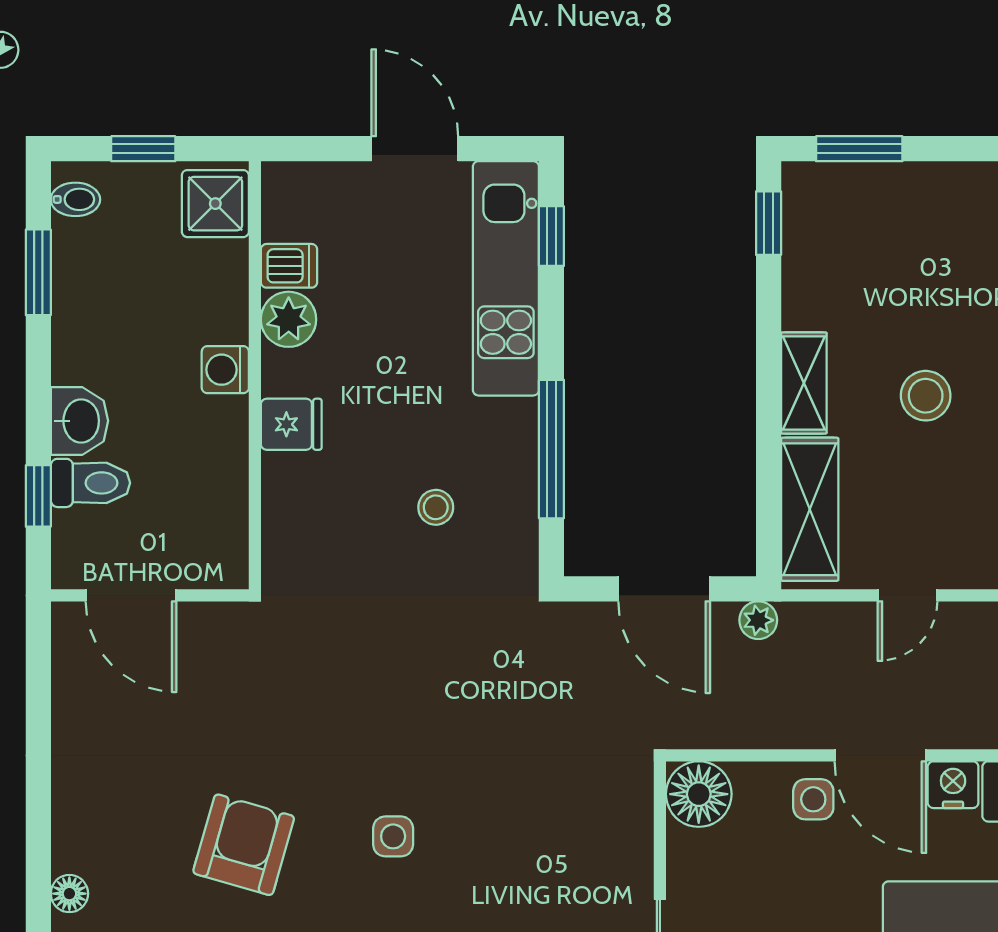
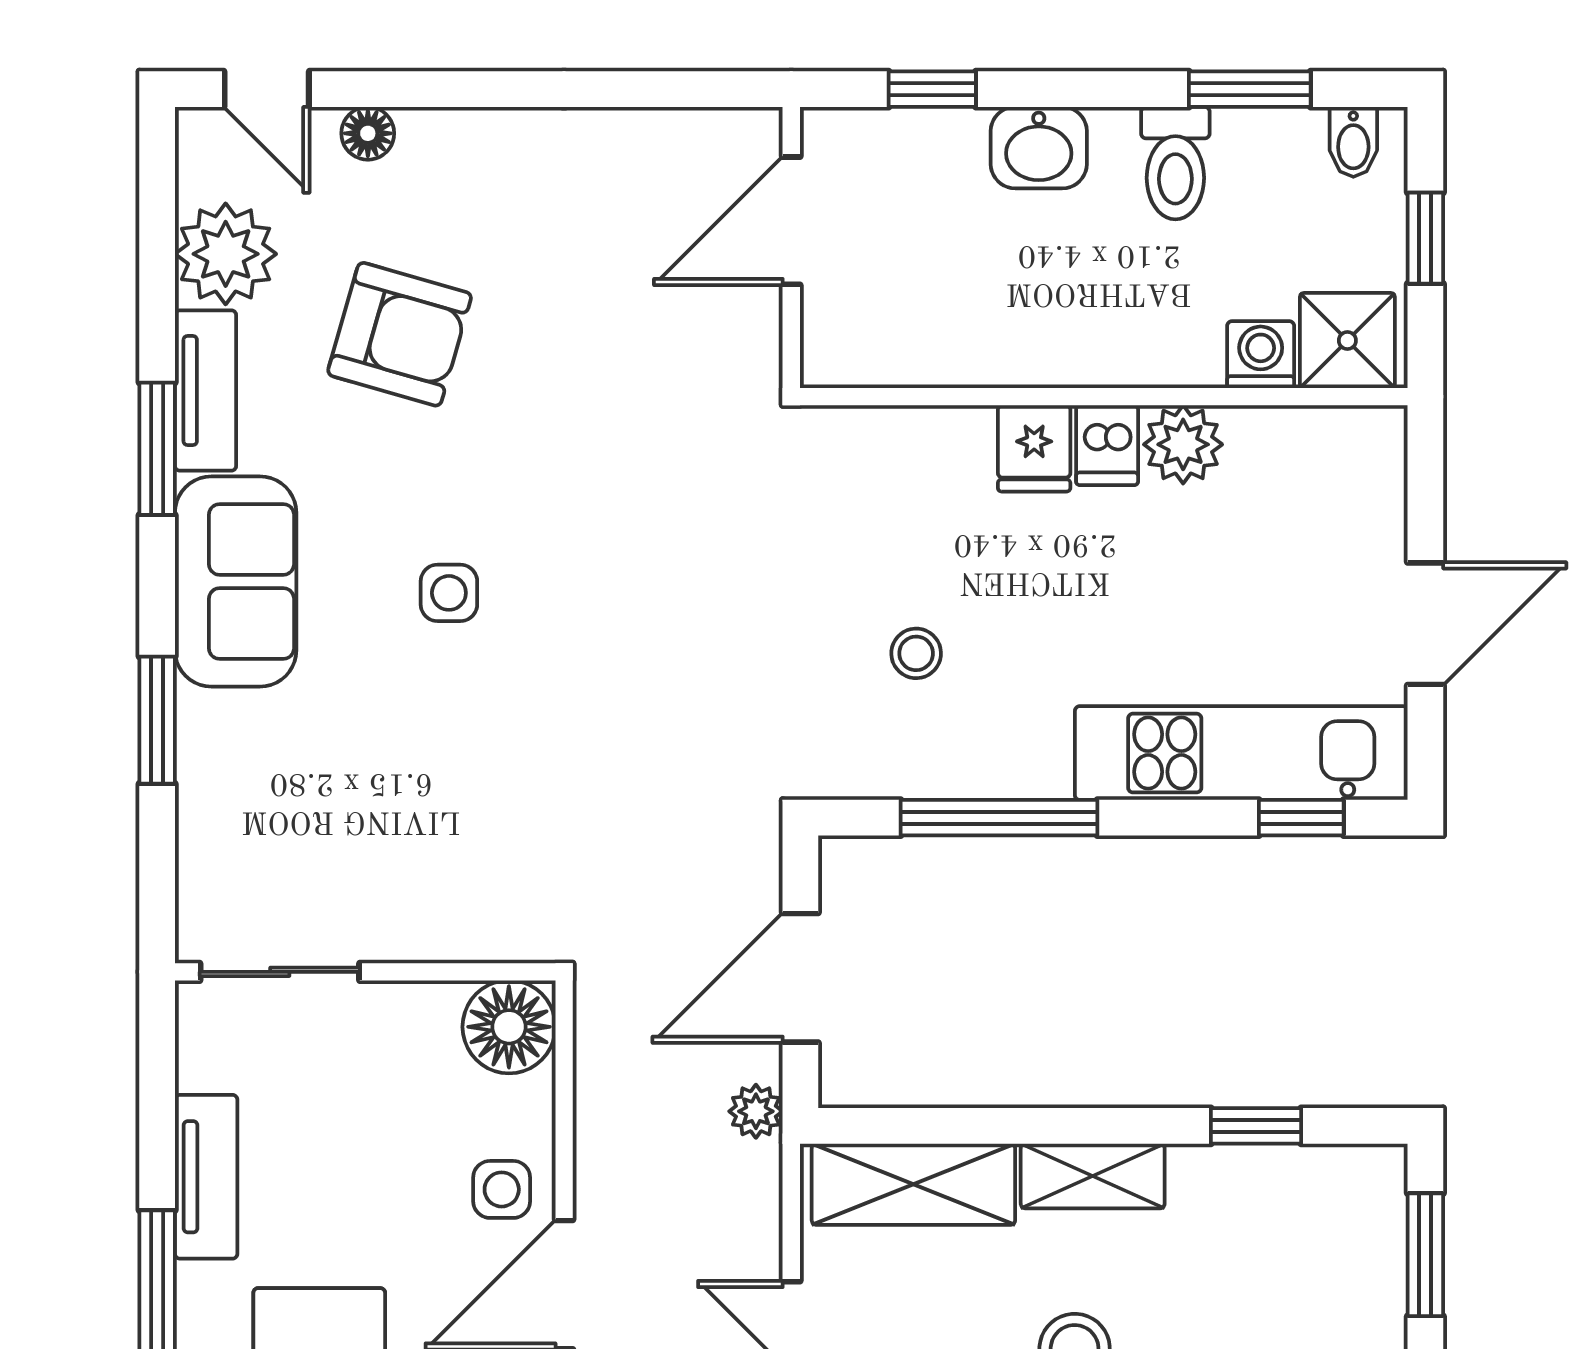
window: (769, 223) -> (1256, 1126), moved
dishwasher: (289, 266) -> (1107, 445), moved
washing machine: (225, 370) -> (1261, 355), moved
toilet: (90, 483) -> (1175, 163), moved
armchair: (244, 845) -> (400, 334), moved

